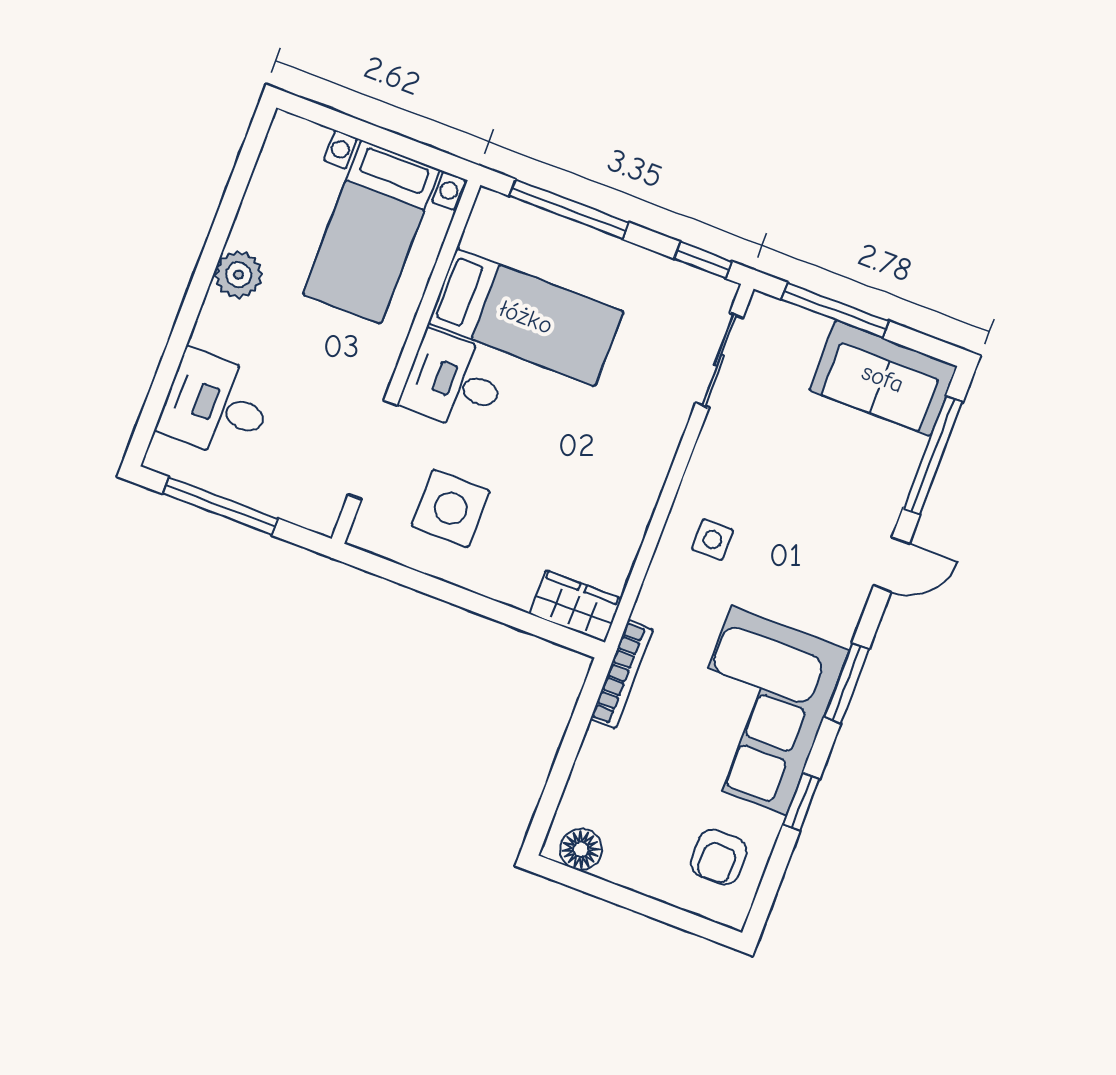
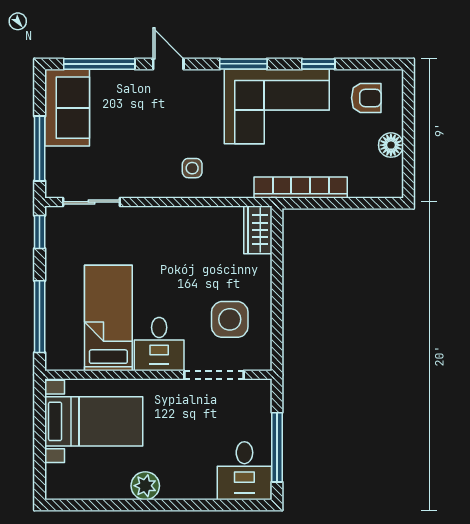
desk: (216, 405) -> (244, 471), moved
bookcase: (622, 674) -> (301, 188), width x1.48, depth x1.31
floor lamp: (581, 849) -> (391, 145), moved

